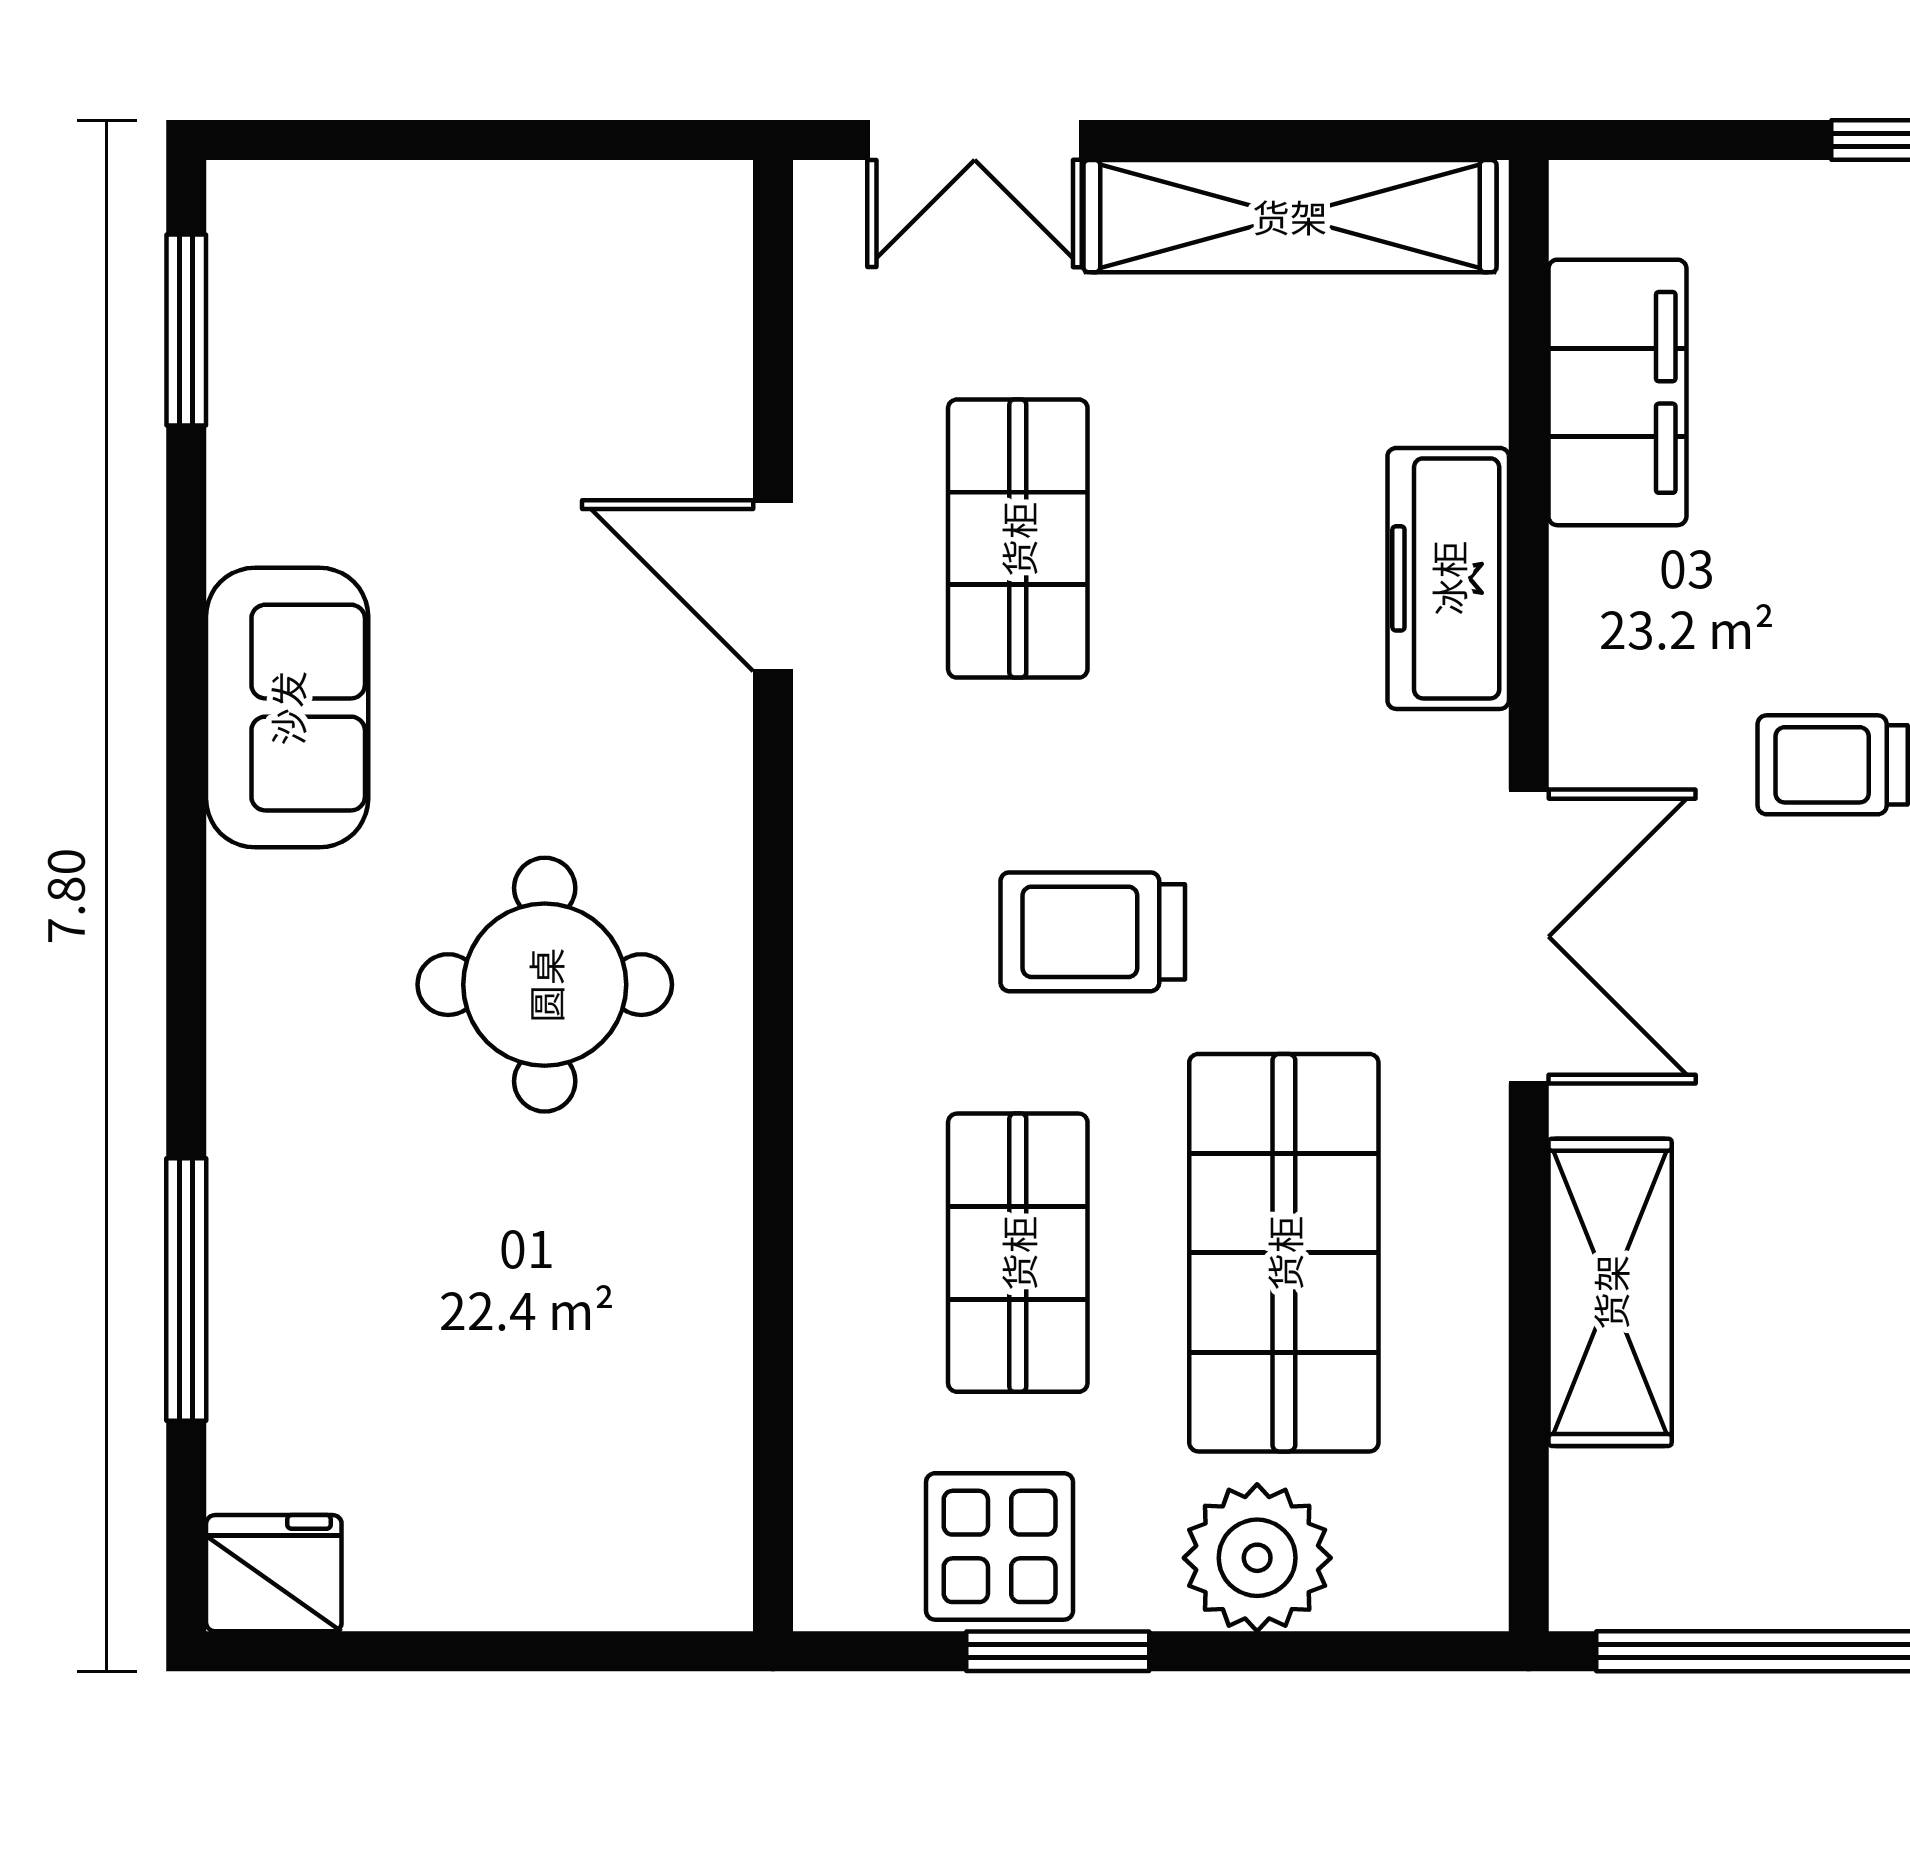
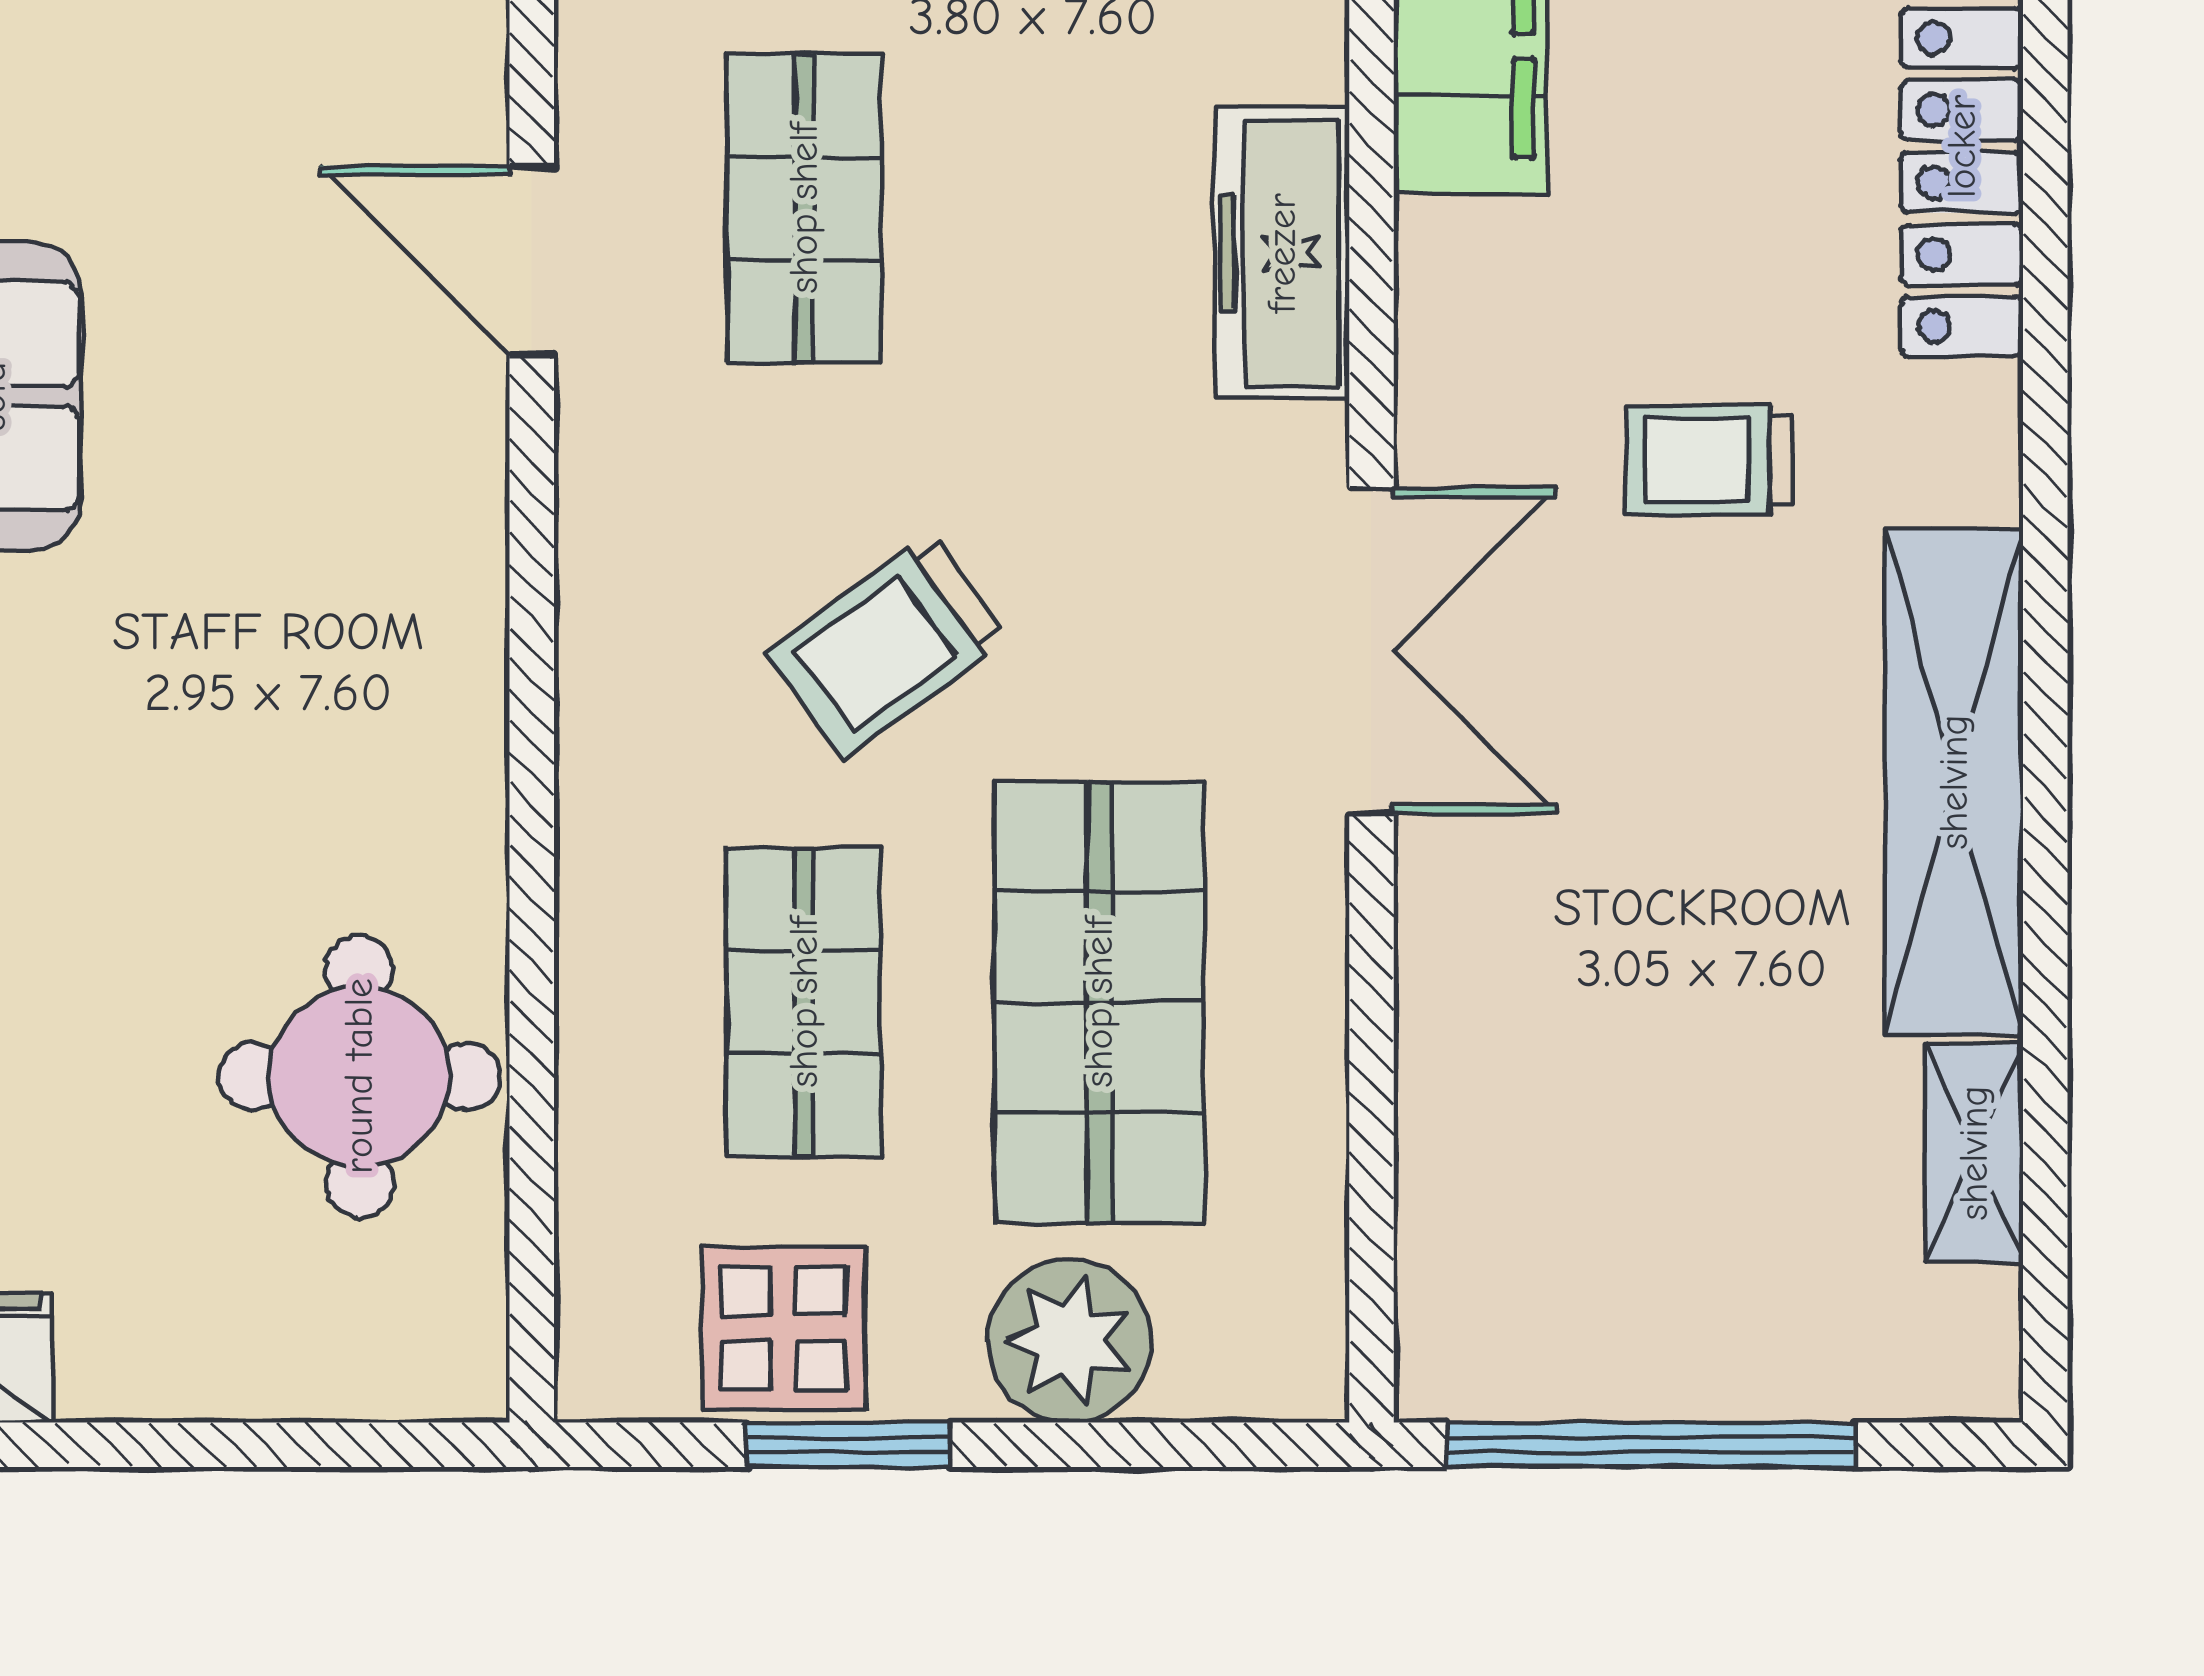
trolley: (1093, 932) -> (887, 645), turned -36
round table: (545, 985) -> (359, 1076), moved
shelving: (1610, 1292) -> (1462, 1046), removed

